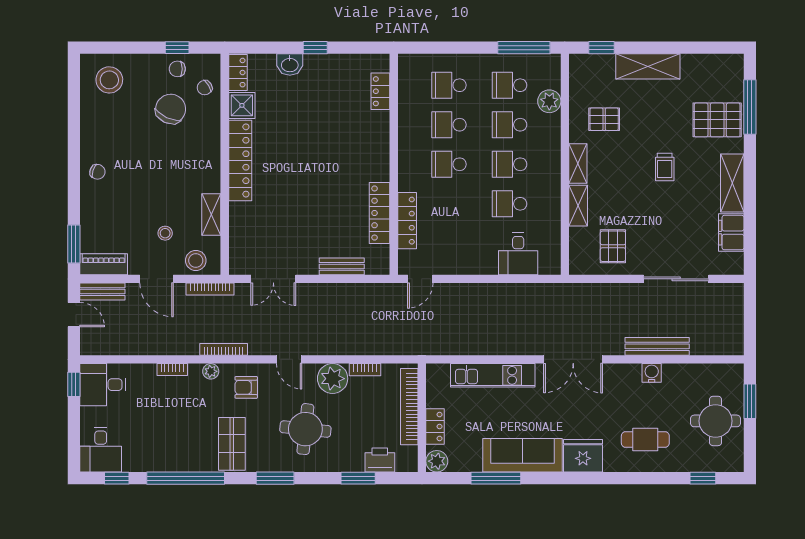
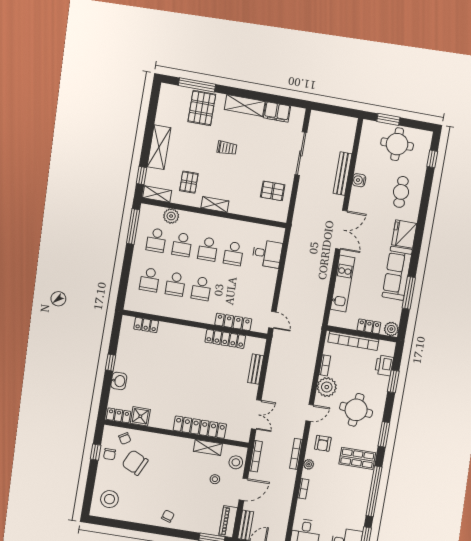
locker: (240, 160) -> (200, 427), moved
shelving: (578, 206) -> (157, 194), moved

